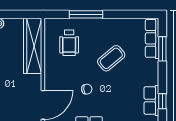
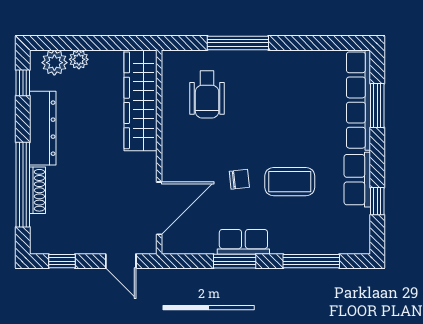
row of seats: (152, 38) -> (358, 100), width x1.36
coffee table: (111, 58) -> (290, 182), moved, turned 40
row of seats: (151, 100) -> (357, 180), moved

